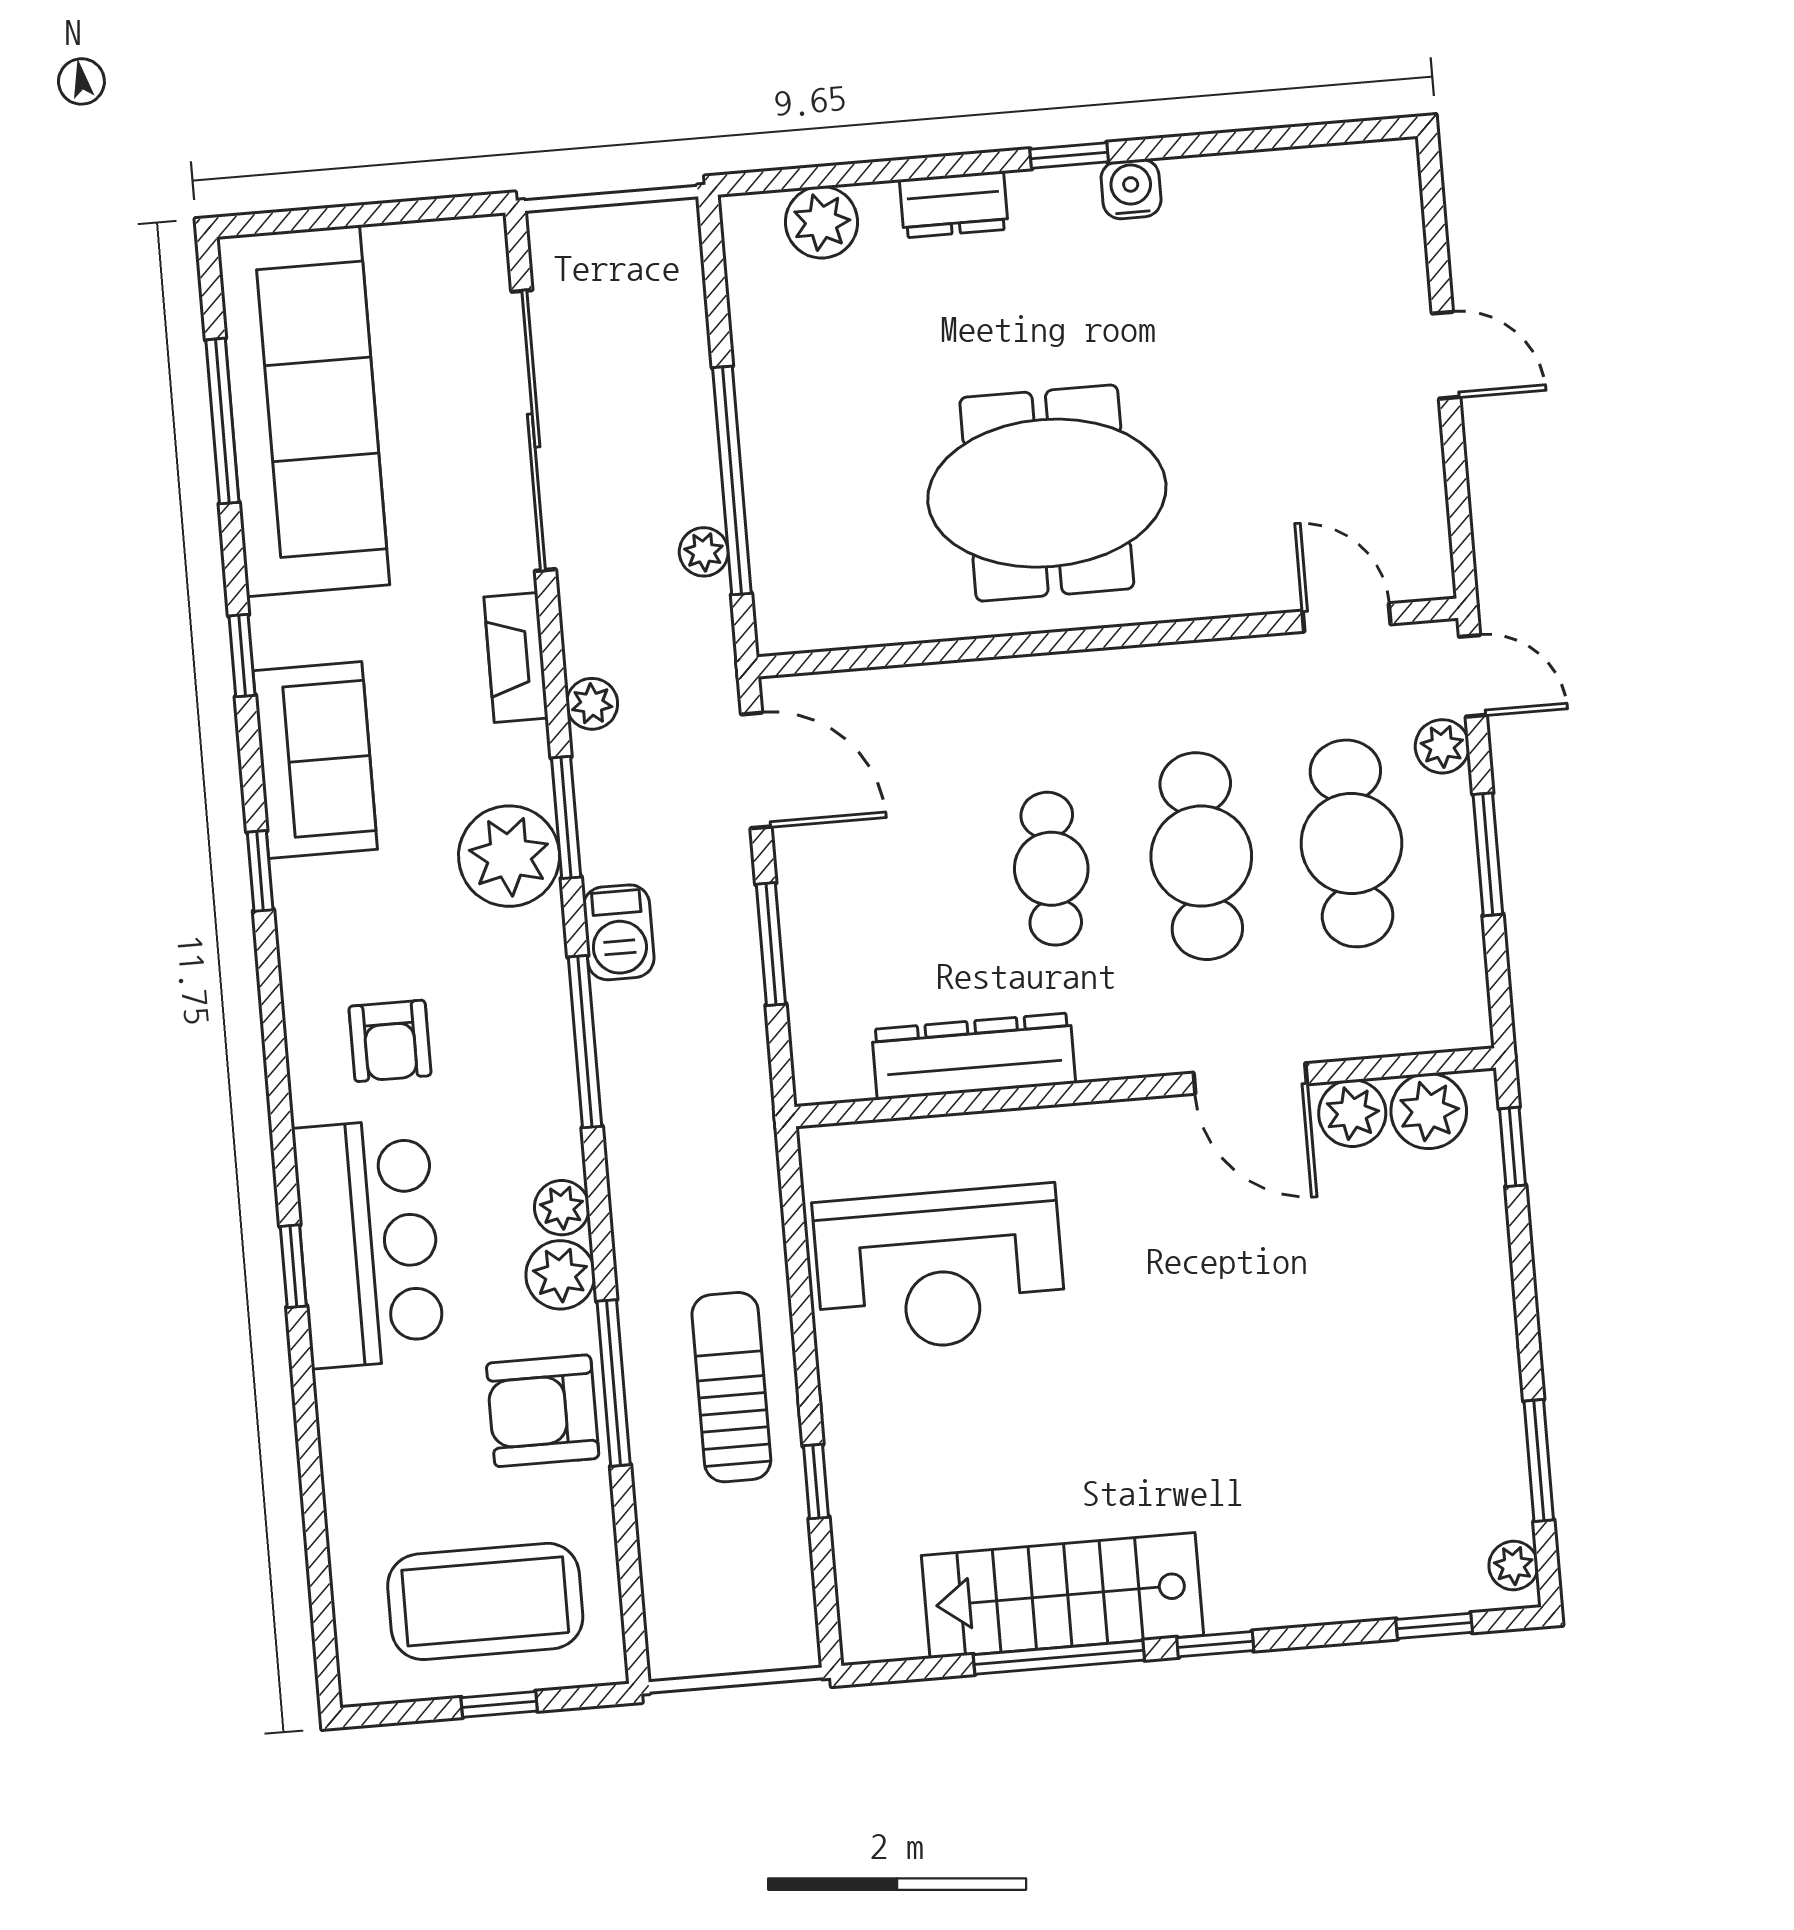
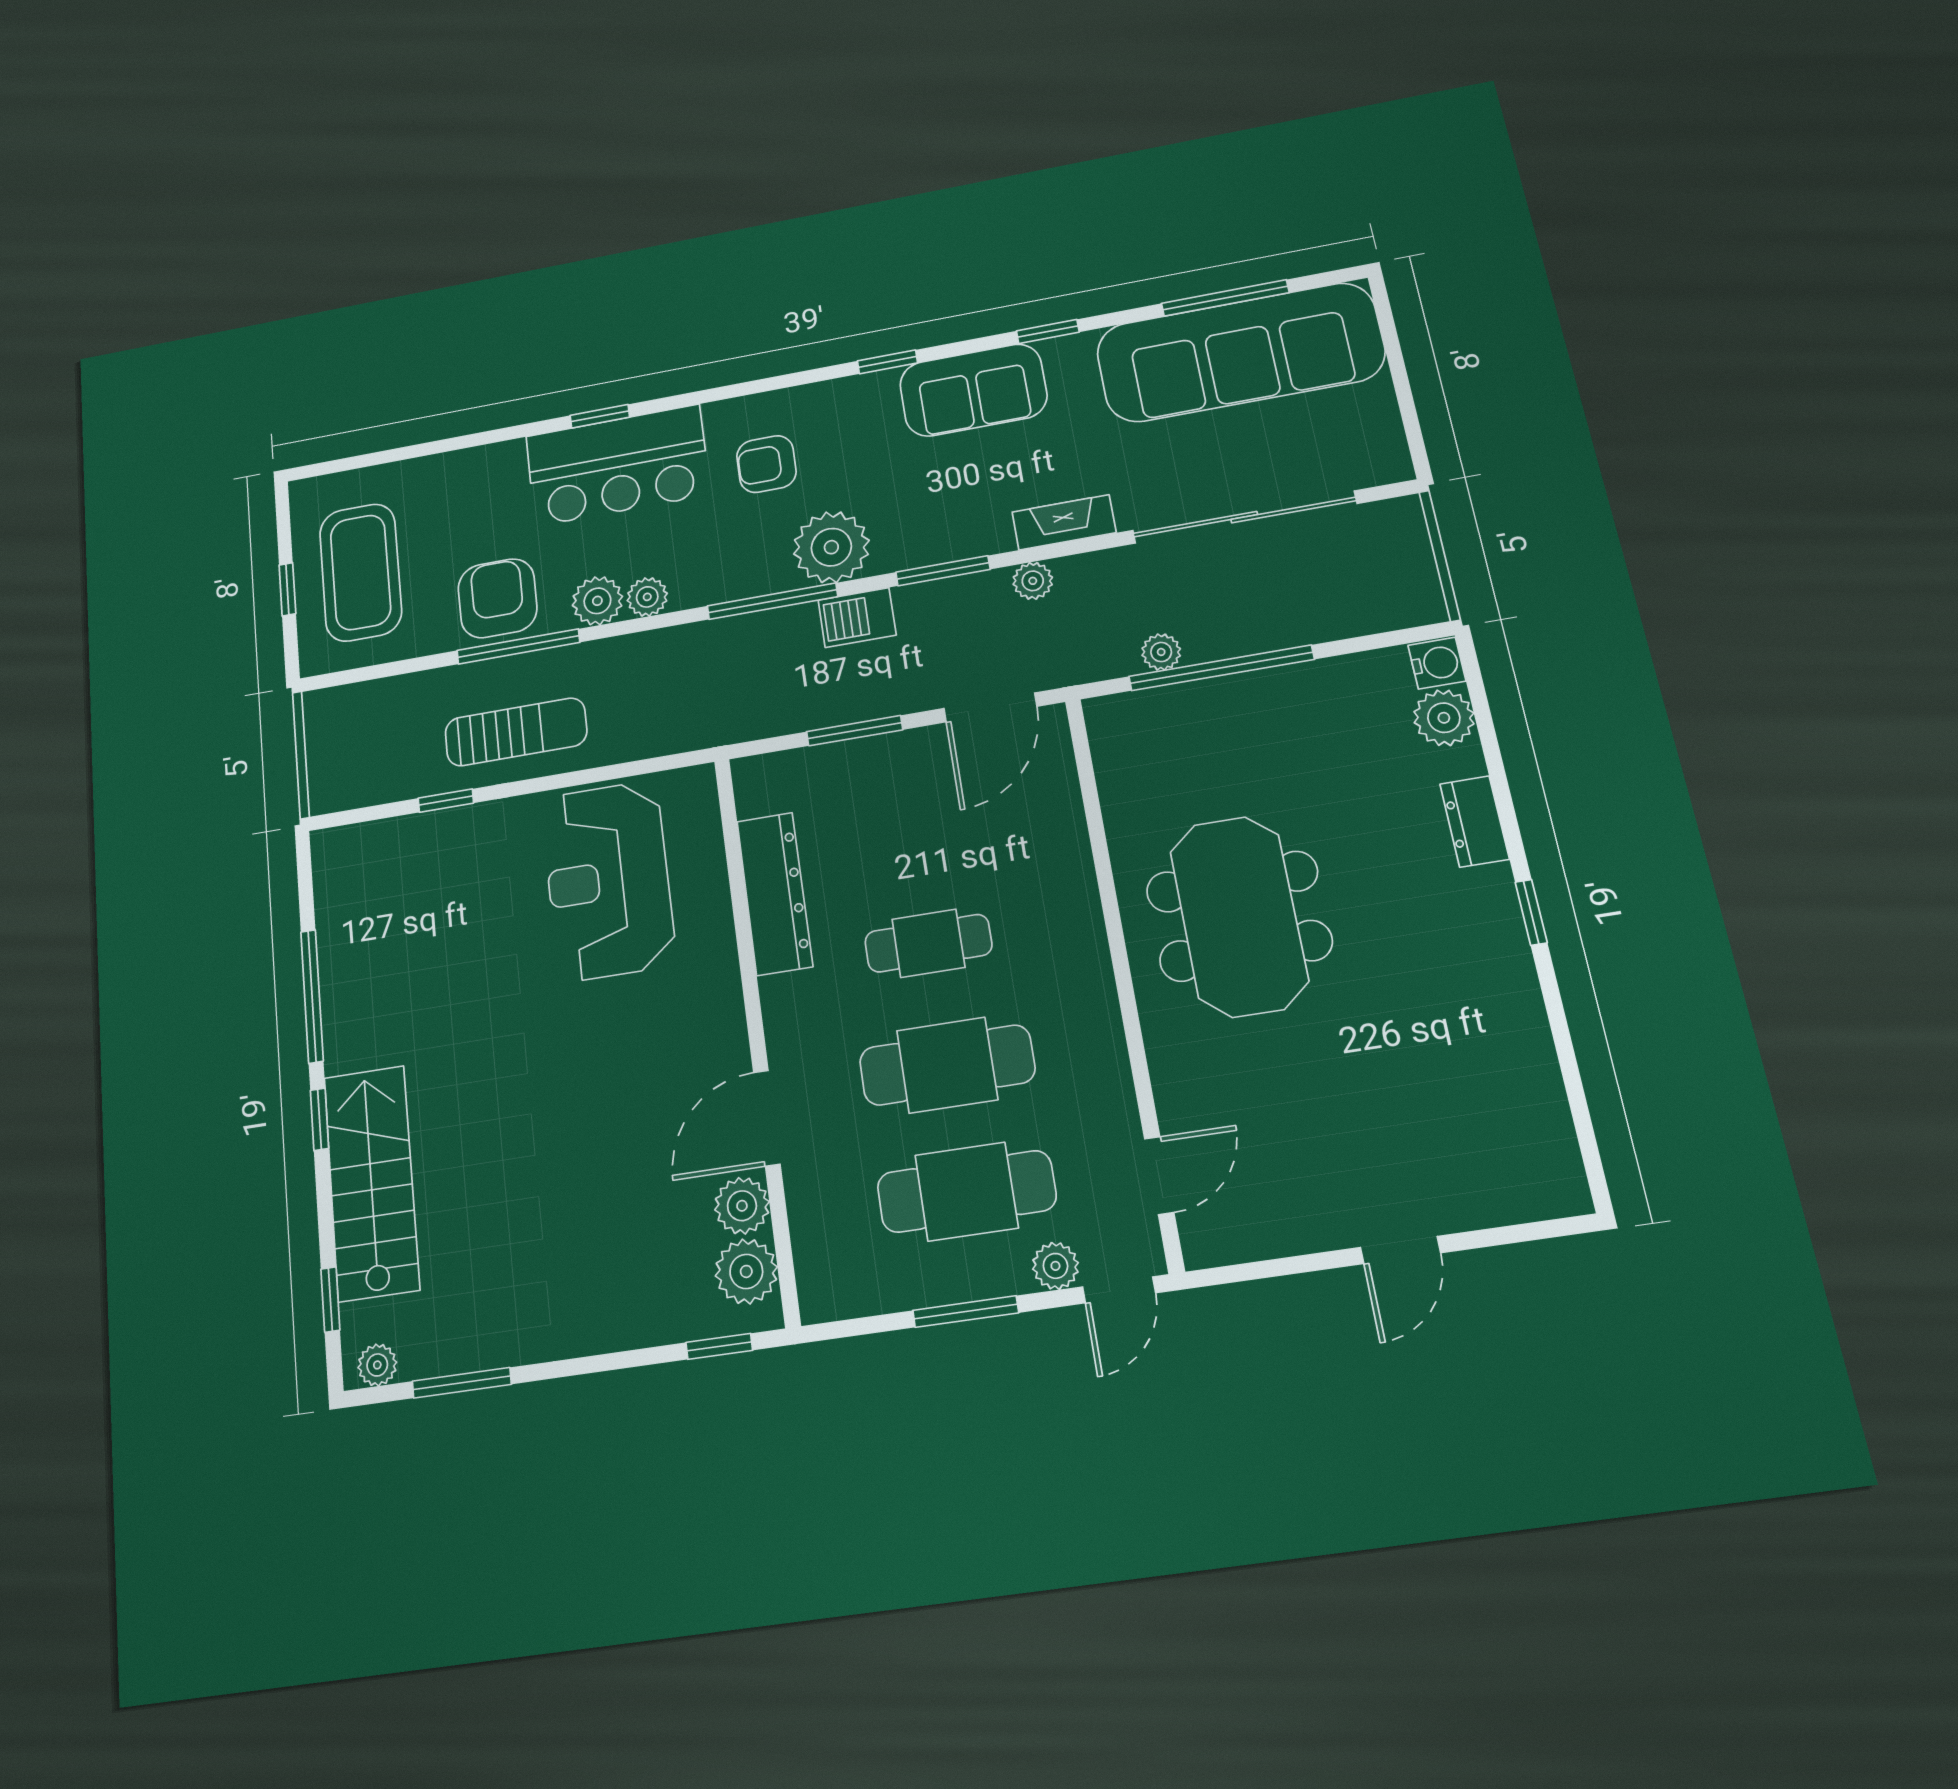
water cooler: (1131, 189) -> (1437, 663), moved
plant: (509, 856) -> (831, 547), moved
stairs: (1062, 1595) -> (371, 1182), moved

